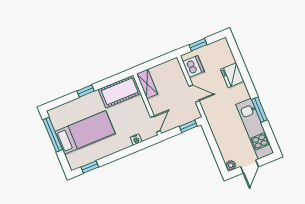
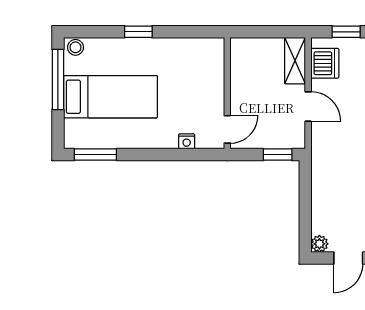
shelving: (147, 84) -> (295, 61), moved
cot: (120, 91) -> (192, 55), removed
stool: (55, 113) -> (75, 47), added
window: (90, 167) -> (95, 155), width x1.50

